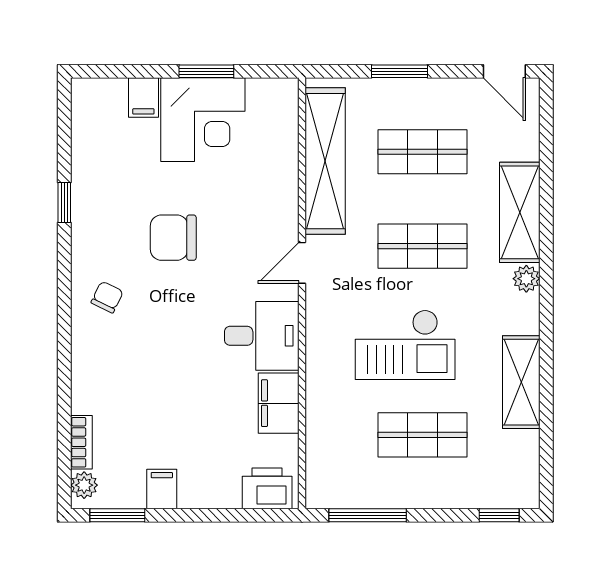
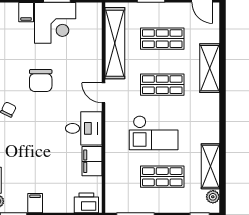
chair: (173, 238) -> (41, 80), turned -90
door: (302, 263) -> (103, 93), hinge flipped
plant: (526, 279) -> (213, 197), moved
shelving: (521, 382) -> (210, 166), moved

